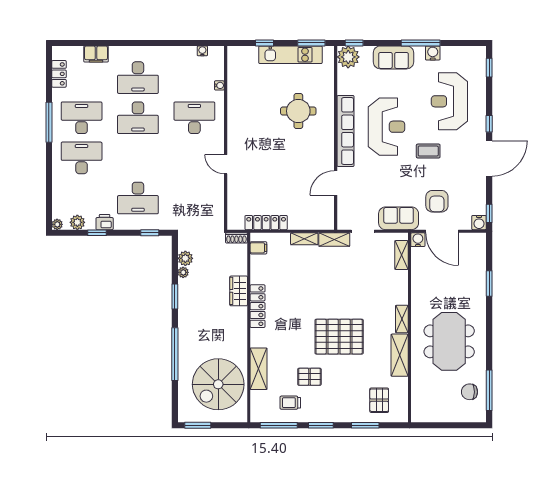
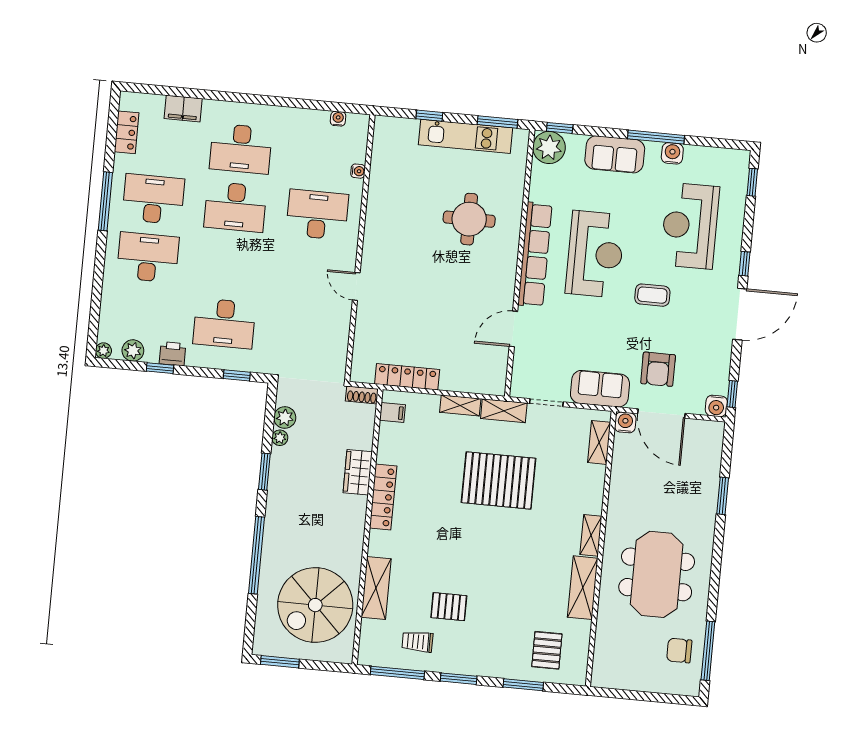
pallet: (339, 337) -> (499, 480), moved

